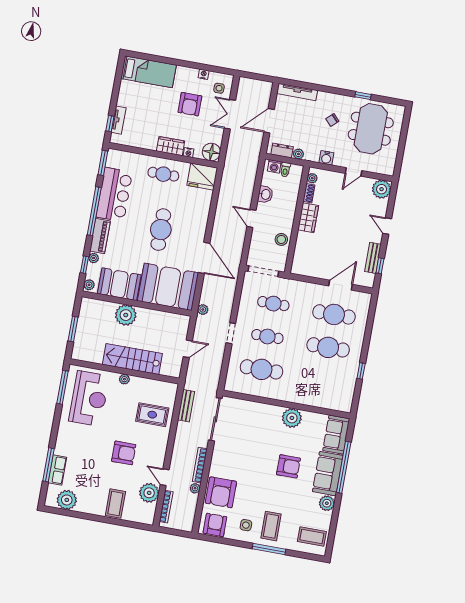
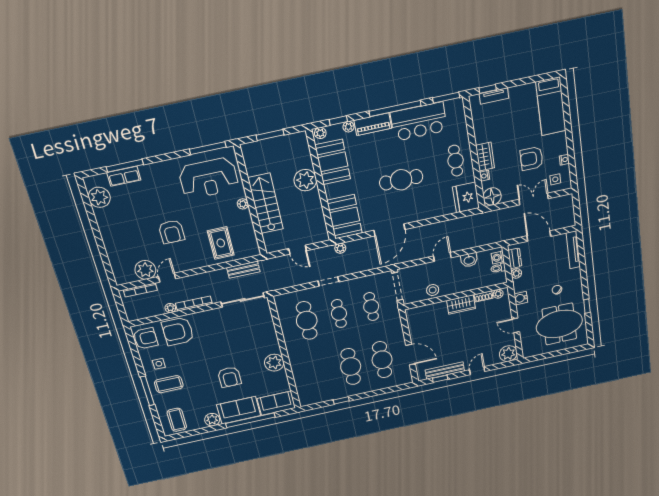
bench: (373, 258) -> (445, 371), width x1.36
booth: (168, 287) -> (344, 217), width x0.73, depth x0.70
coffee table: (115, 504) -> (119, 244), removed

